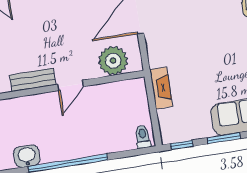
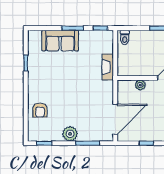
plant: (113, 61) -> (140, 85), width x0.53, depth x0.53

